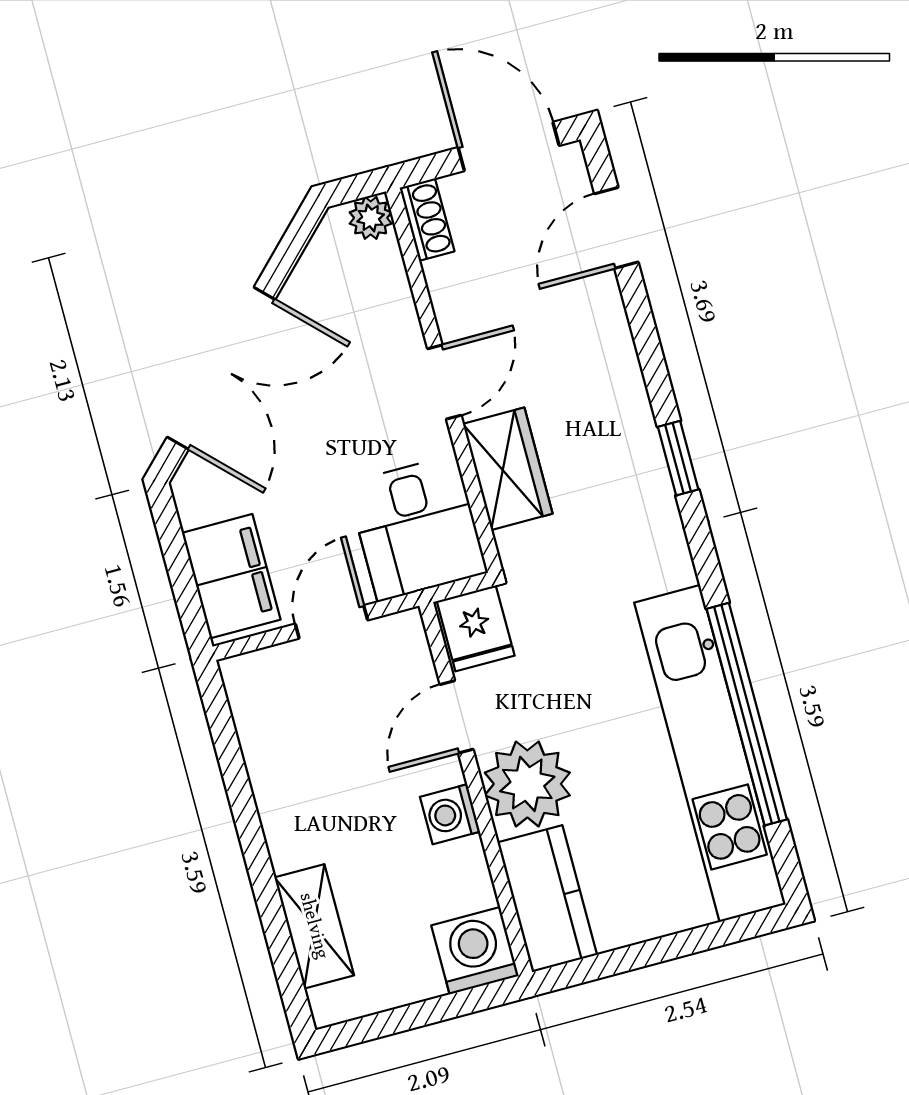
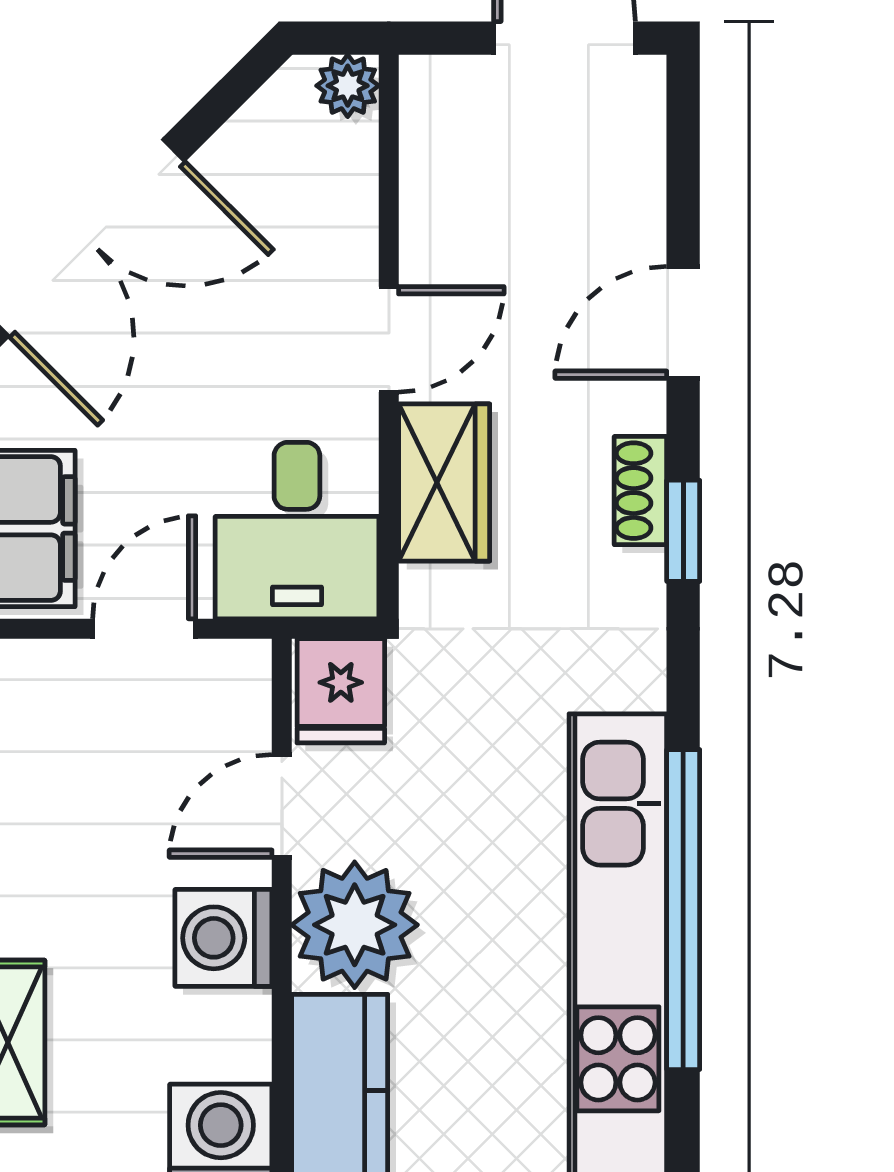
shoe rack: (427, 220) -> (640, 491), moved, turned 180
door: (616, 228) -> (683, 322), moved
washing machine: (450, 814) -> (223, 938), width x1.38, depth x1.38

